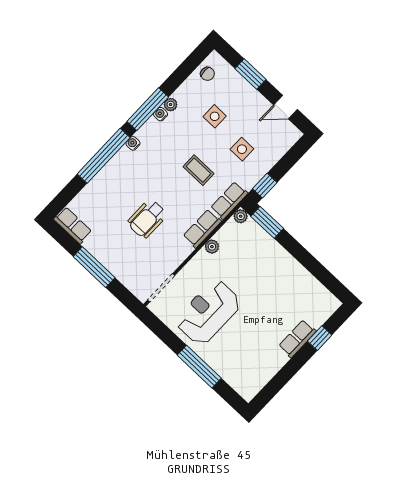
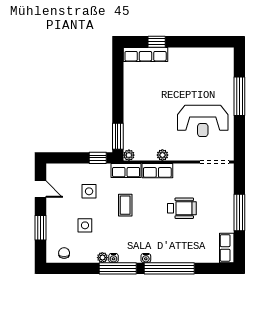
row of seats: (297, 339) -> (146, 54), moved, width x1.48

